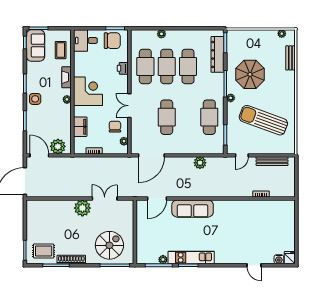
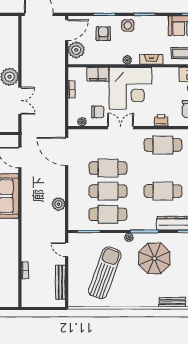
cafe table: (167, 66) -> (108, 191), moved
corner desk: (88, 91) -> (131, 88), width x1.36, depth x1.36
armchair: (43, 122) -> (103, 34), added

